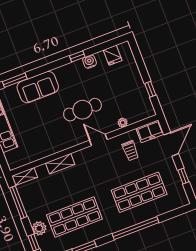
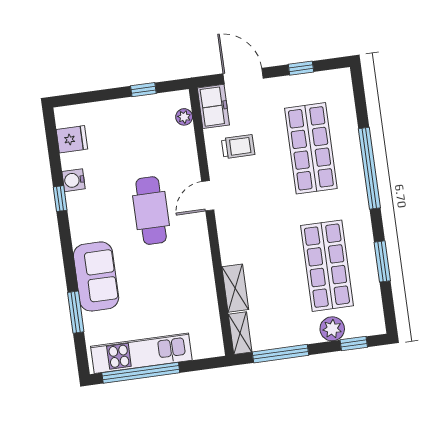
plant: (123, 123) -> (184, 117), moved
shelving: (60, 164) -> (235, 288), moved

